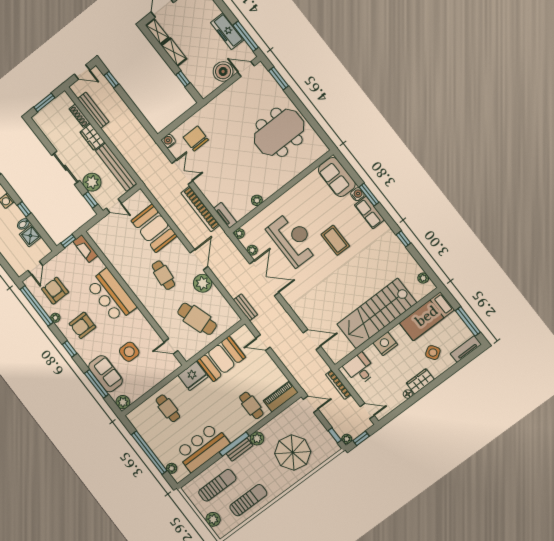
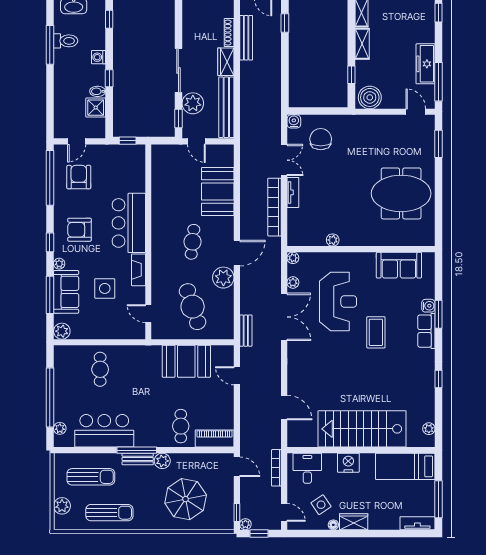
boiler: (223, 71) -> (370, 97), moved
sofa: (337, 177) -> (399, 265), moved, turned -90
tv unit: (225, 215) -> (293, 192), moved
fireplace: (85, 249) -> (138, 270), moved
plant: (55, 318) -> (59, 264), moved
side table: (433, 353) -> (321, 505), moved
fridge: (193, 376) -> (147, 357), removed

